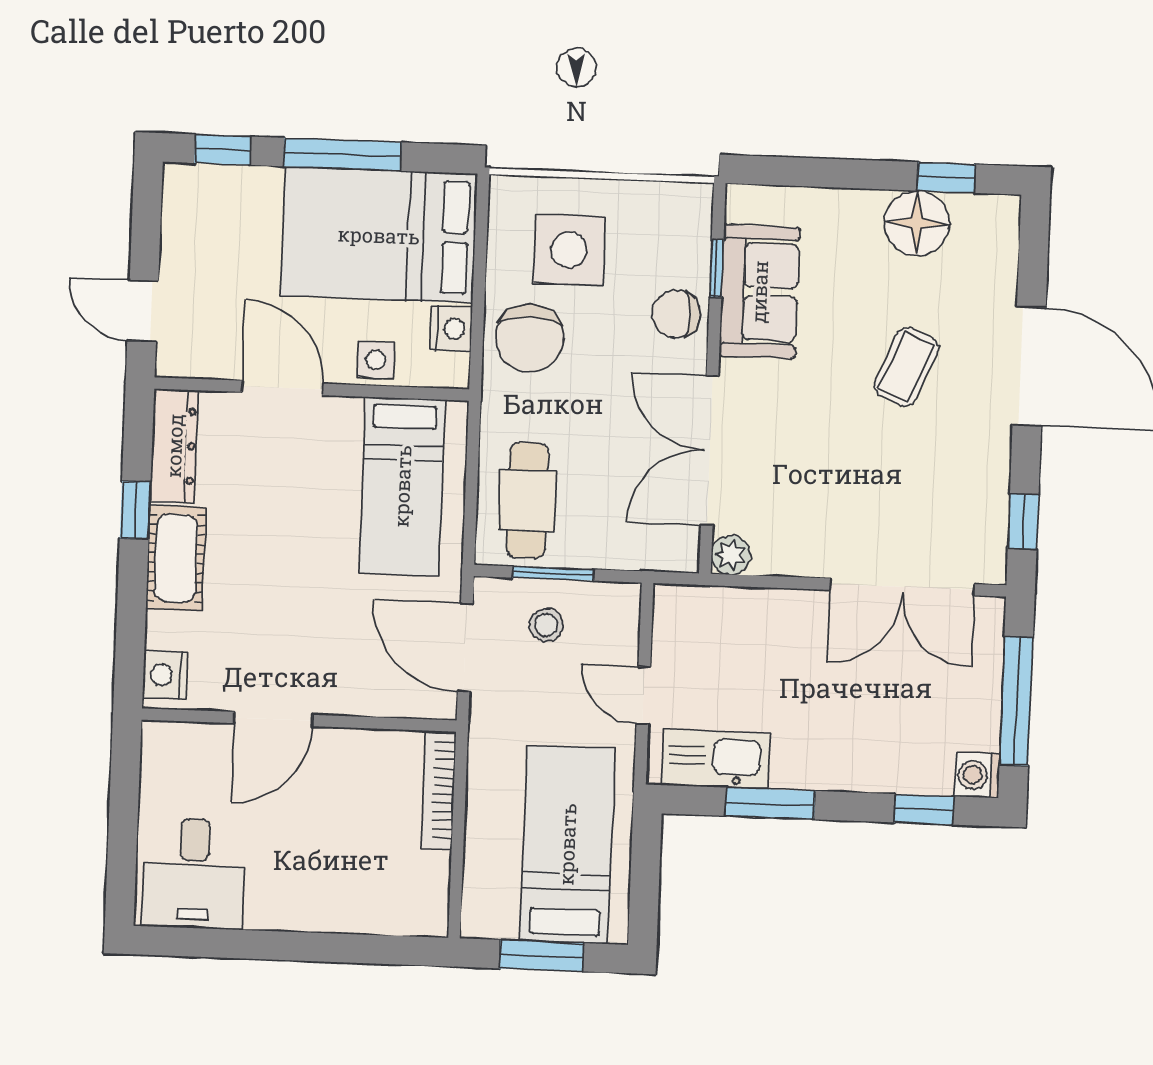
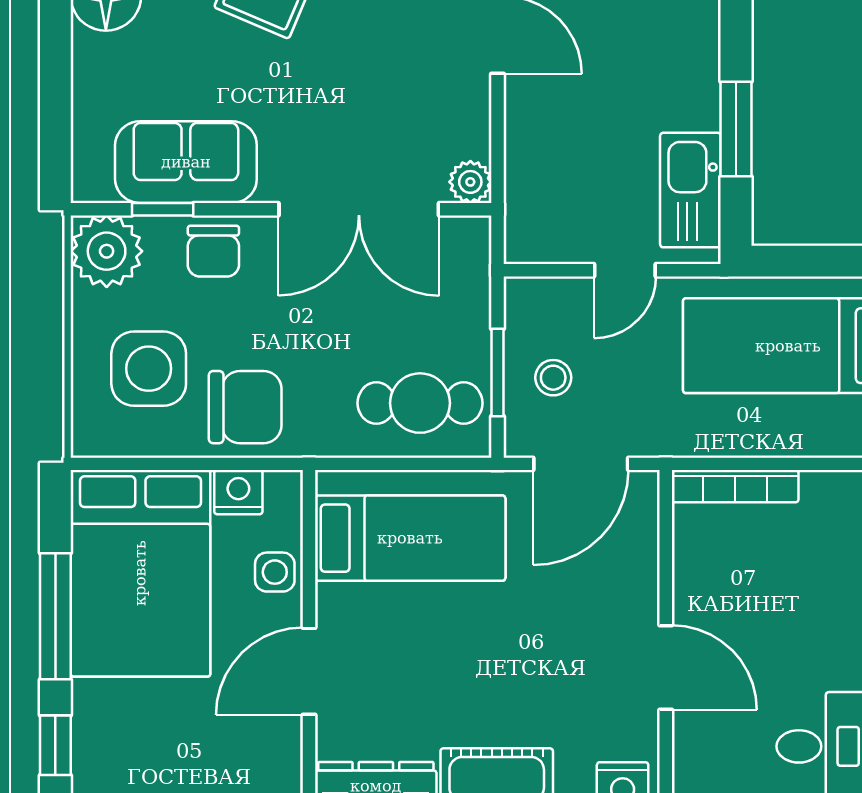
plant: (680, 215) -> (107, 251), added

